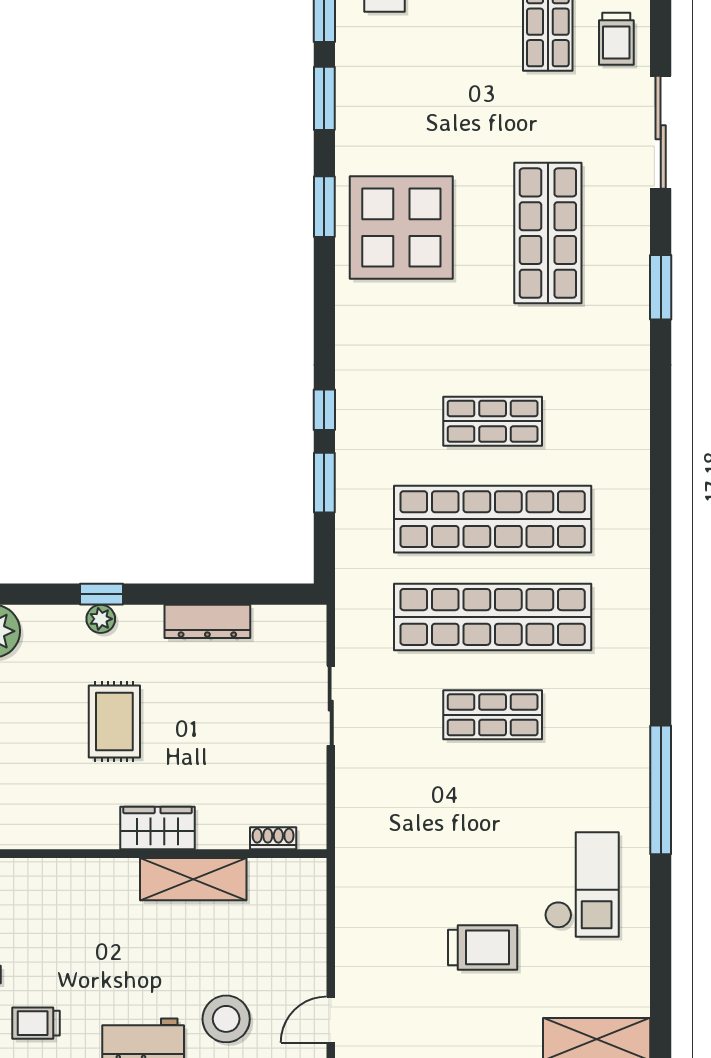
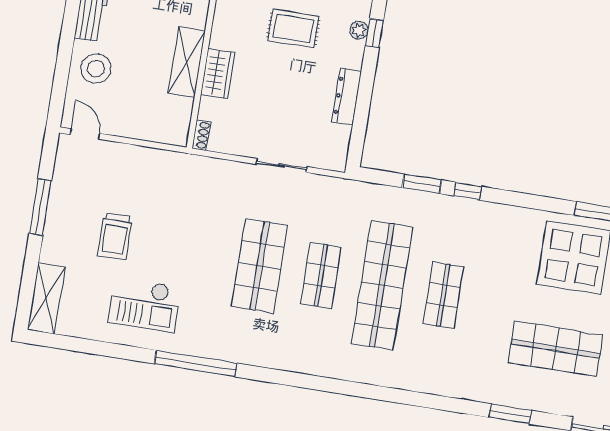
shop shelf: (493, 617) -> (321, 276), width x0.50, depth x0.74
shop shelf: (493, 715) -> (260, 266), width x1.43, depth x1.36
wardrobe: (158, 828) -> (218, 73), moved
shoe rack: (273, 838) -> (201, 135), moved

